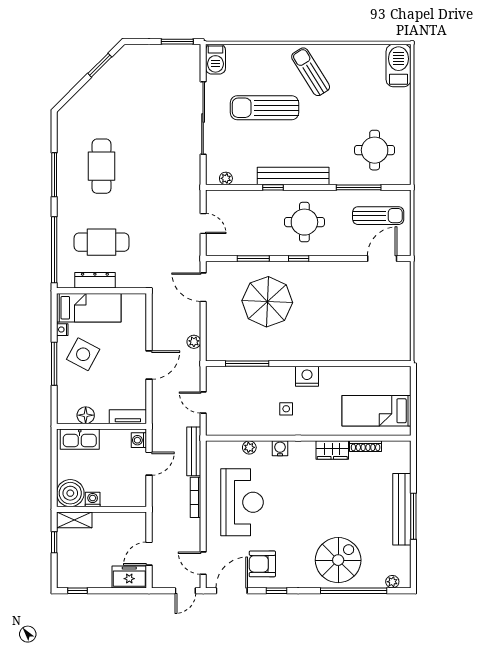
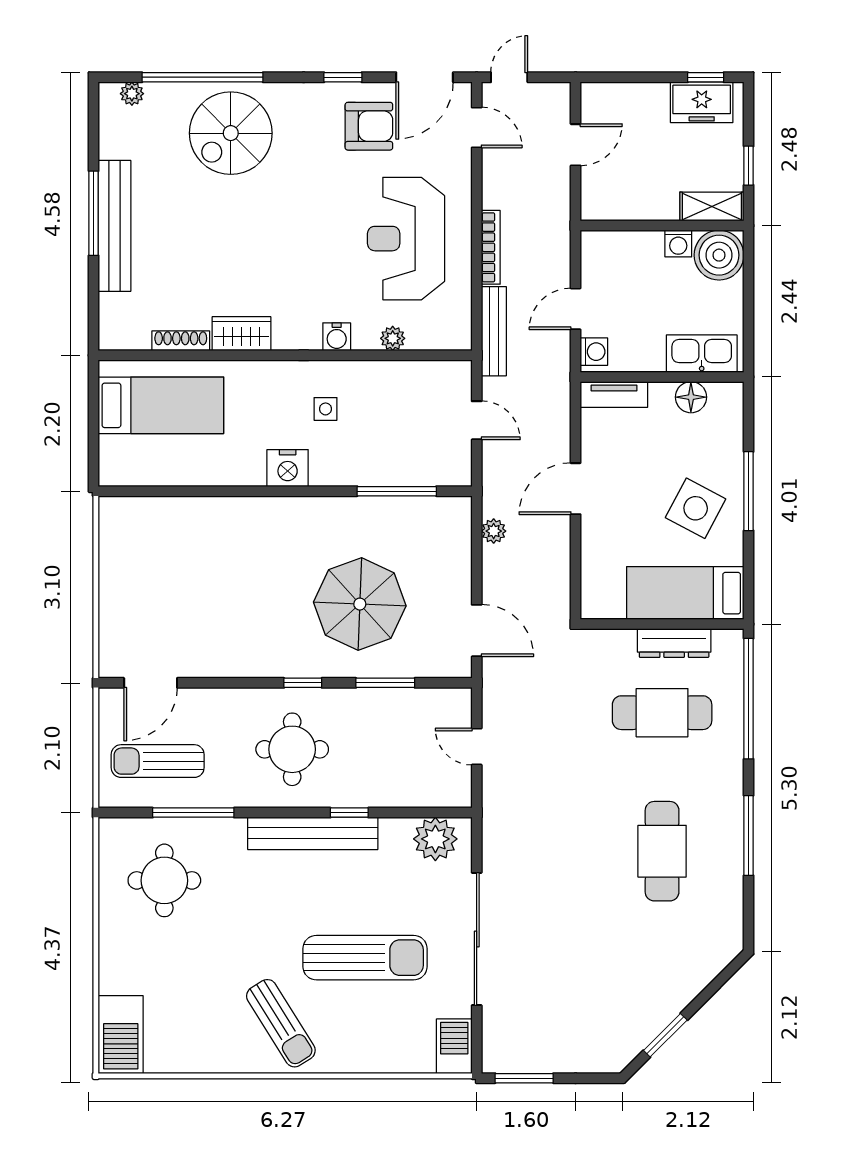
plant: (226, 178) -> (435, 839), width x1.88, depth x1.88
nightstand: (62, 330) -> (734, 553), removed
freezer: (129, 577) -> (702, 102), moved

